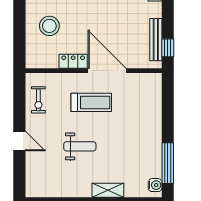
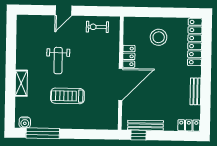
treadmill: (91, 102) -> (67, 96), moved, turned 90

